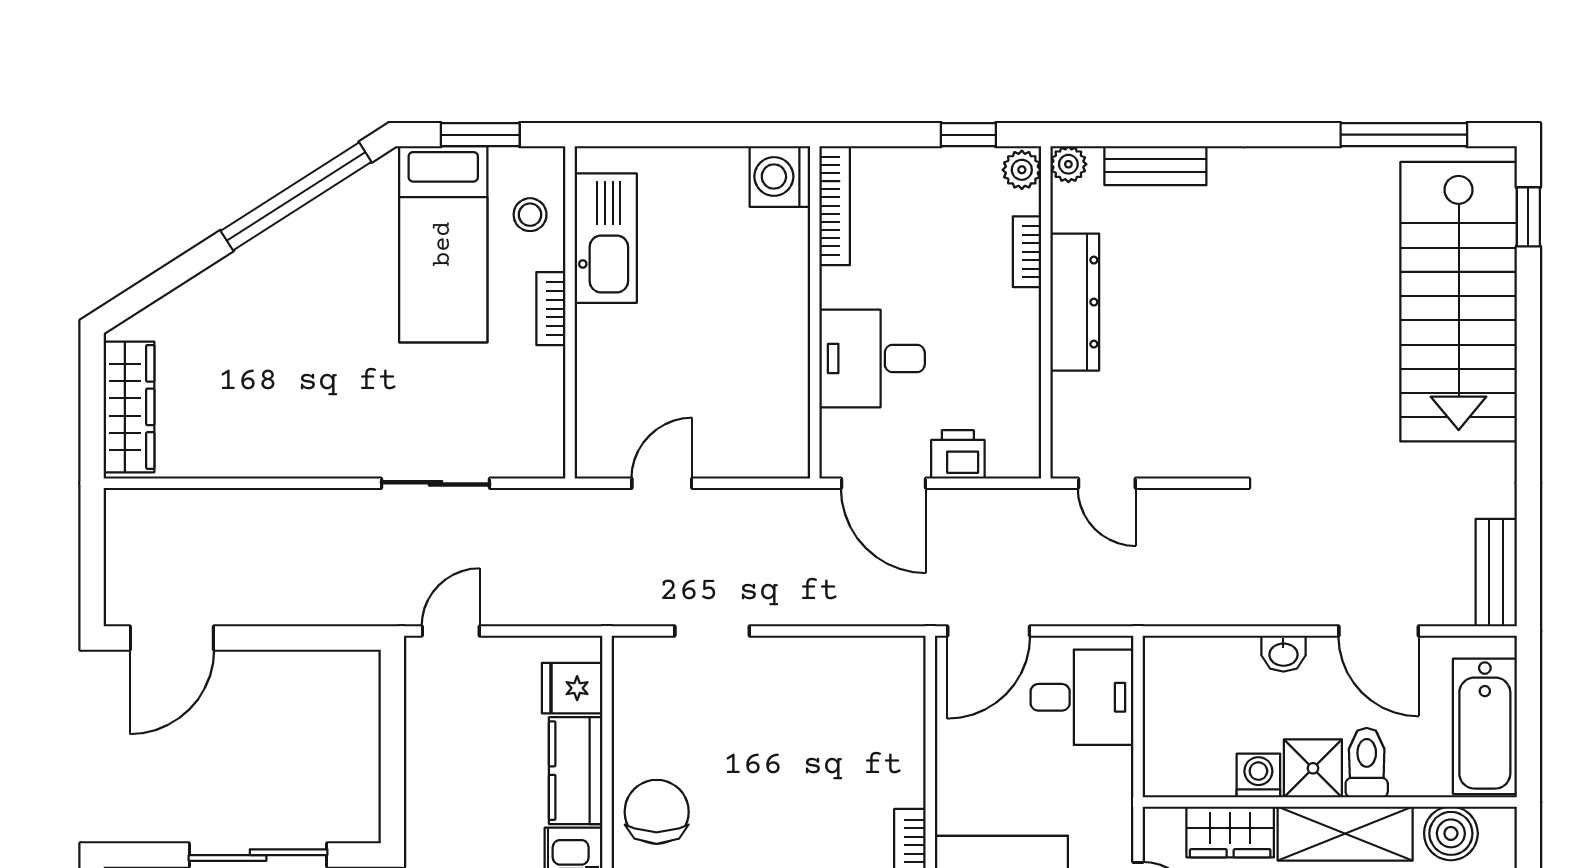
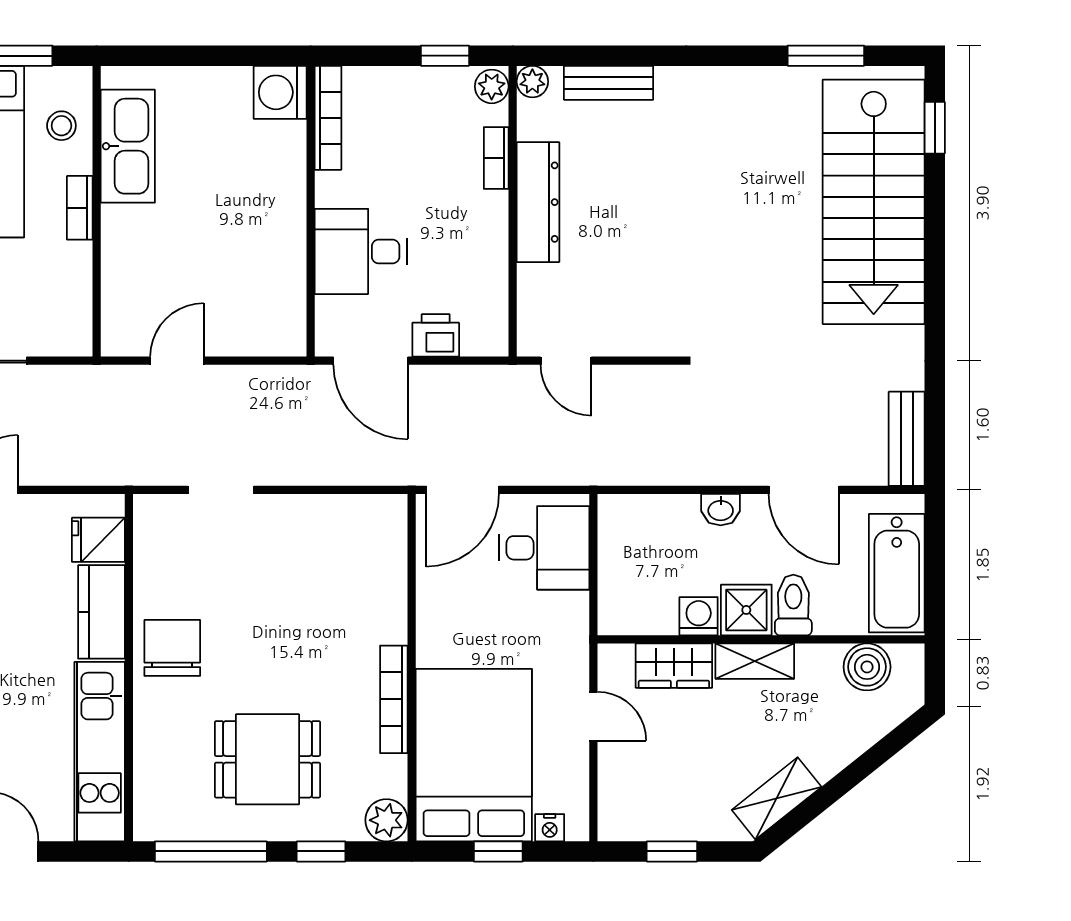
window: (1404, 135) -> (826, 56), width x0.69
shelving: (1345, 834) -> (755, 661), width x0.67, depth x0.75

